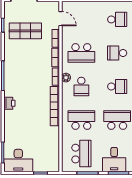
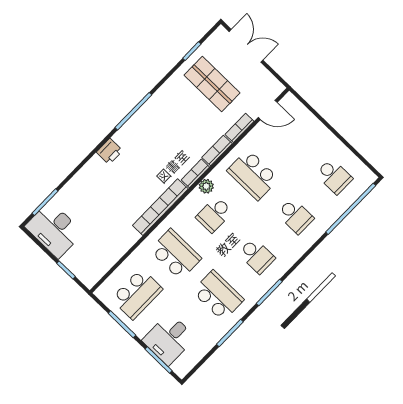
door: (60, 19) -> (268, 110), hinge flipped
school desk: (117, 53) -> (295, 216), turned 180

